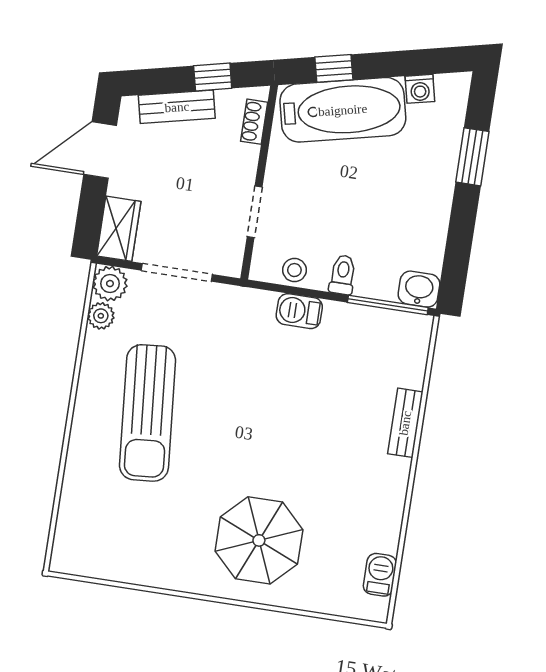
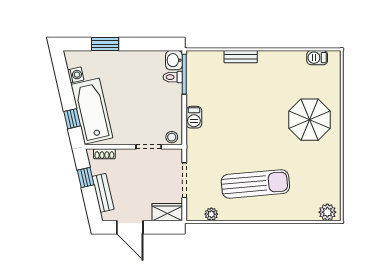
stool: (294, 270) -> (172, 137), moved
toilet: (343, 275) -> (173, 77), moved
plant: (110, 284) -> (327, 212), moved

